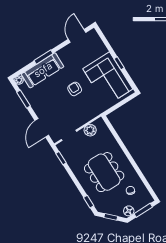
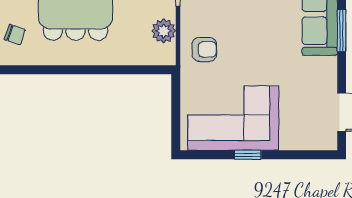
armchair: (75, 89) -> (204, 49), moved

